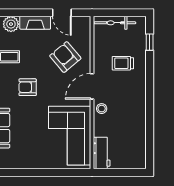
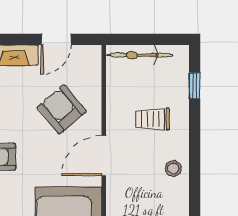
door: (62, 13) -> (56, 39), hinge flipped
stool: (102, 109) -> (173, 168), moved

